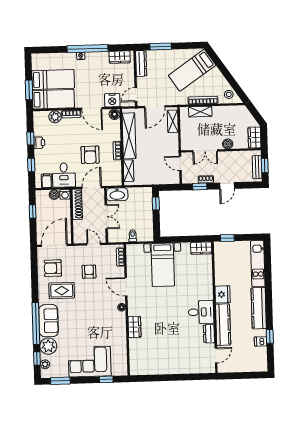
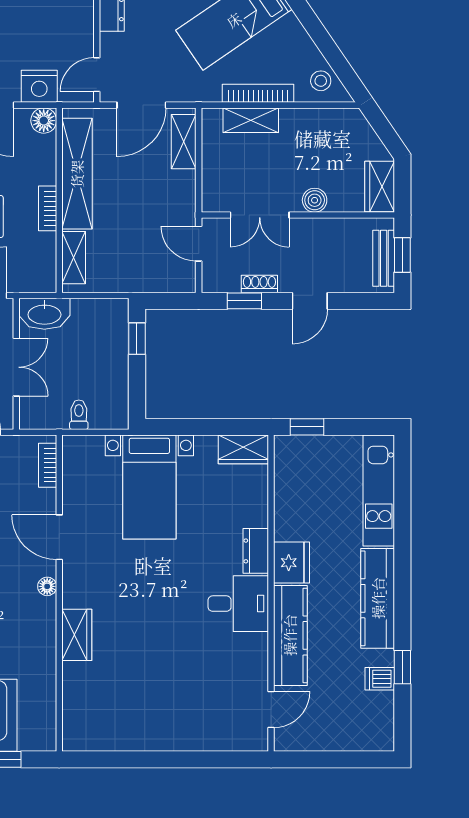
dresser: (209, 334) -> (256, 551), moved

